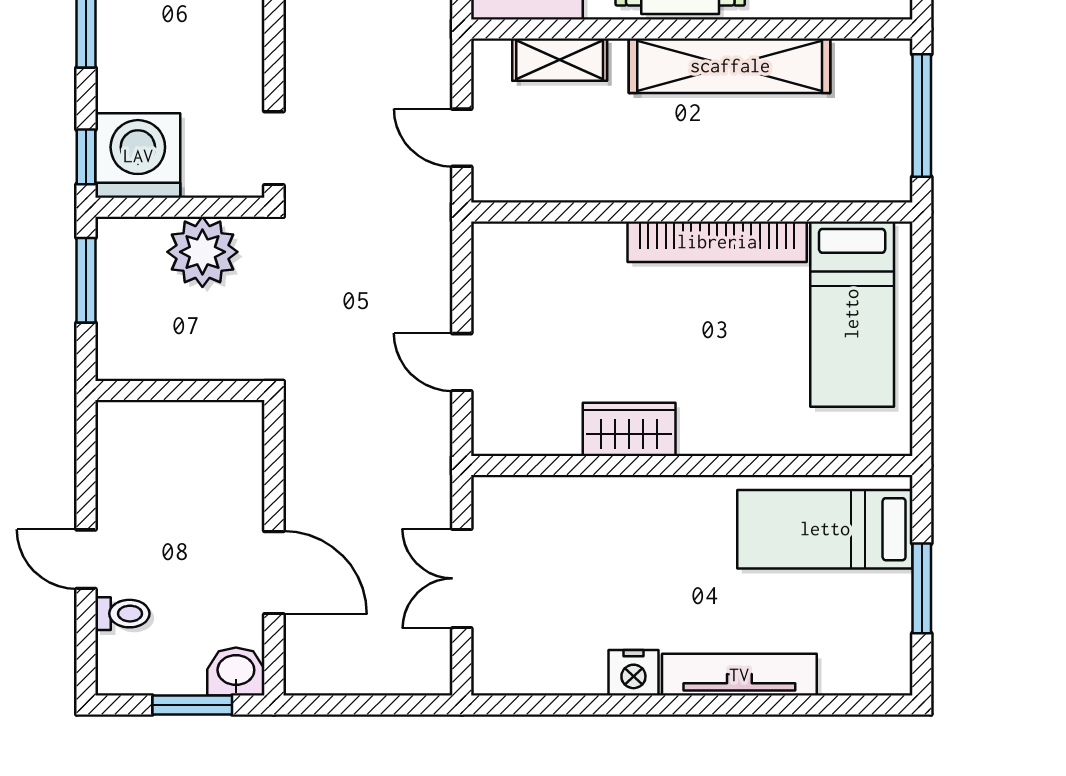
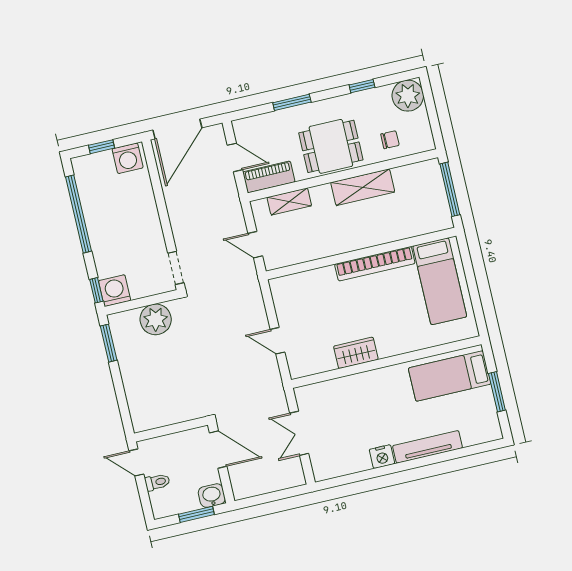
shelving: (730, 66) -> (363, 187), width x0.68
washing machine: (138, 156) -> (115, 291), width x0.73, depth x0.73
wall: (180, 390) -> (171, 429), moved

